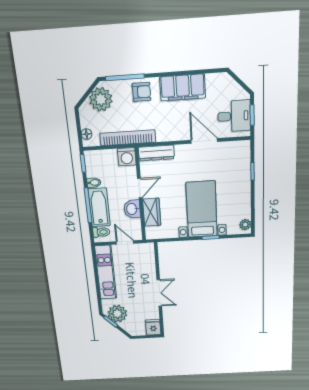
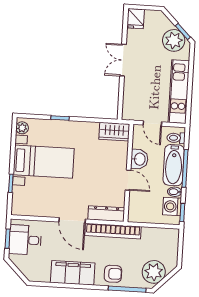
armchair: (142, 92) -> (113, 274), turned 180
floor lamp: (87, 134) -> (174, 241), removed
bookcase: (128, 138) -> (113, 231), moved
door: (204, 141) -> (72, 221), moved
washing machine: (127, 157) -> (172, 207), moved, turned -90
door: (140, 188) -> (128, 180), swing flipped
bed with nightstands: (202, 209) -> (44, 162), moved, turned -90
wardrobe: (152, 212) -> (114, 132), moved, turned -90

